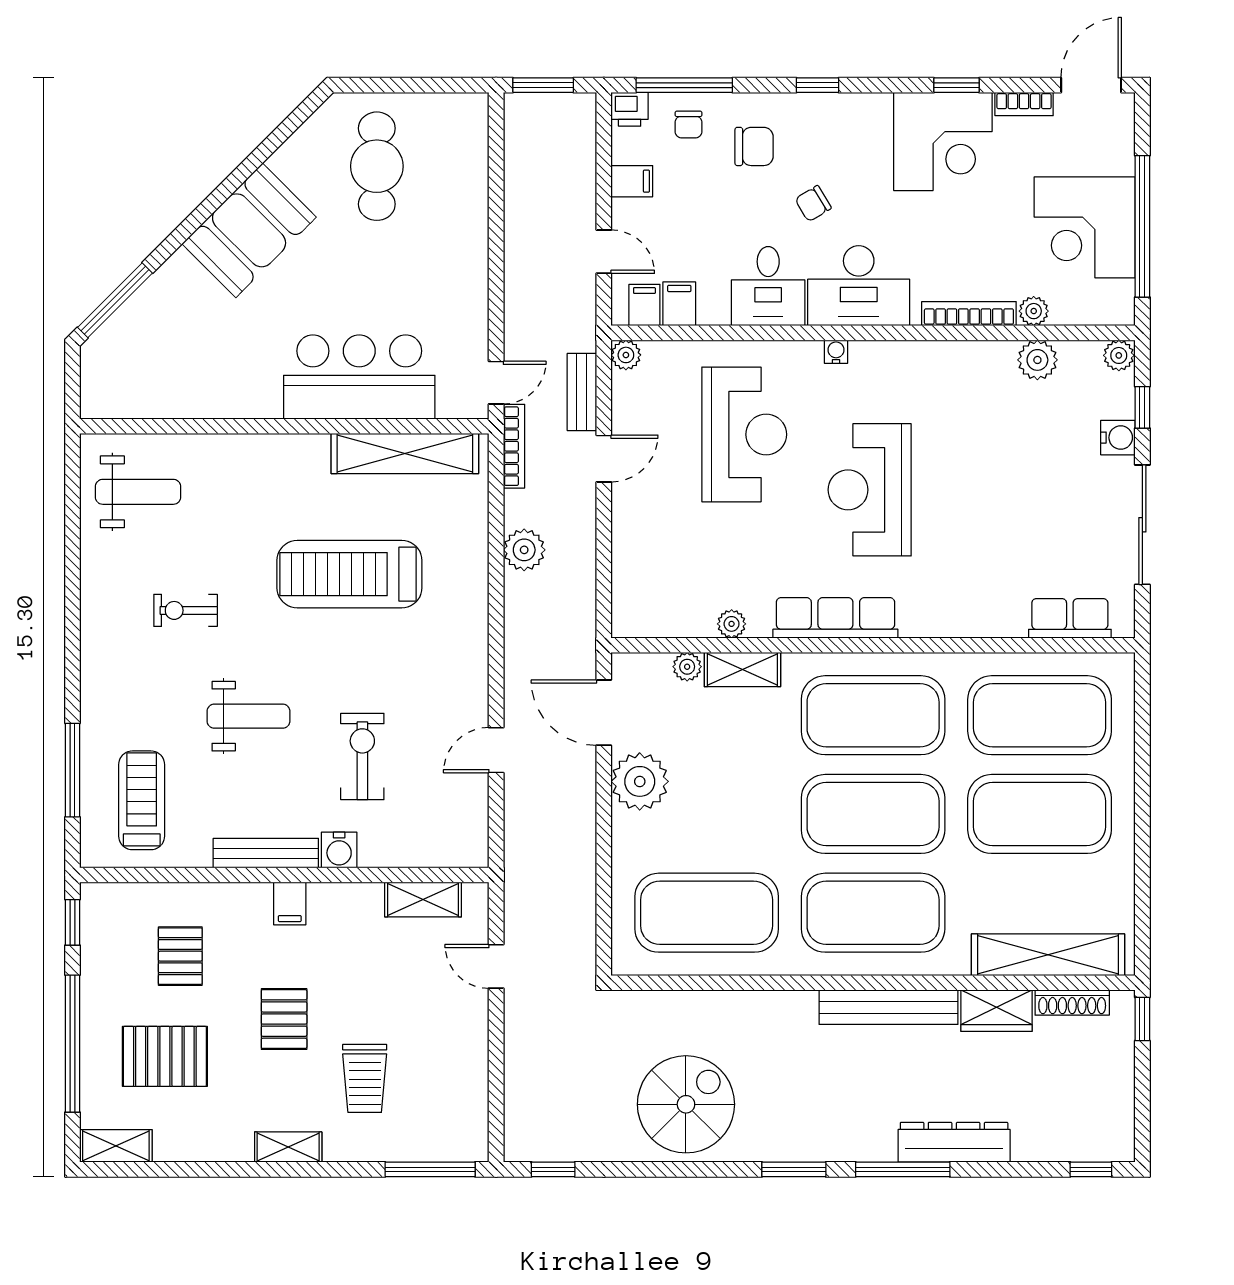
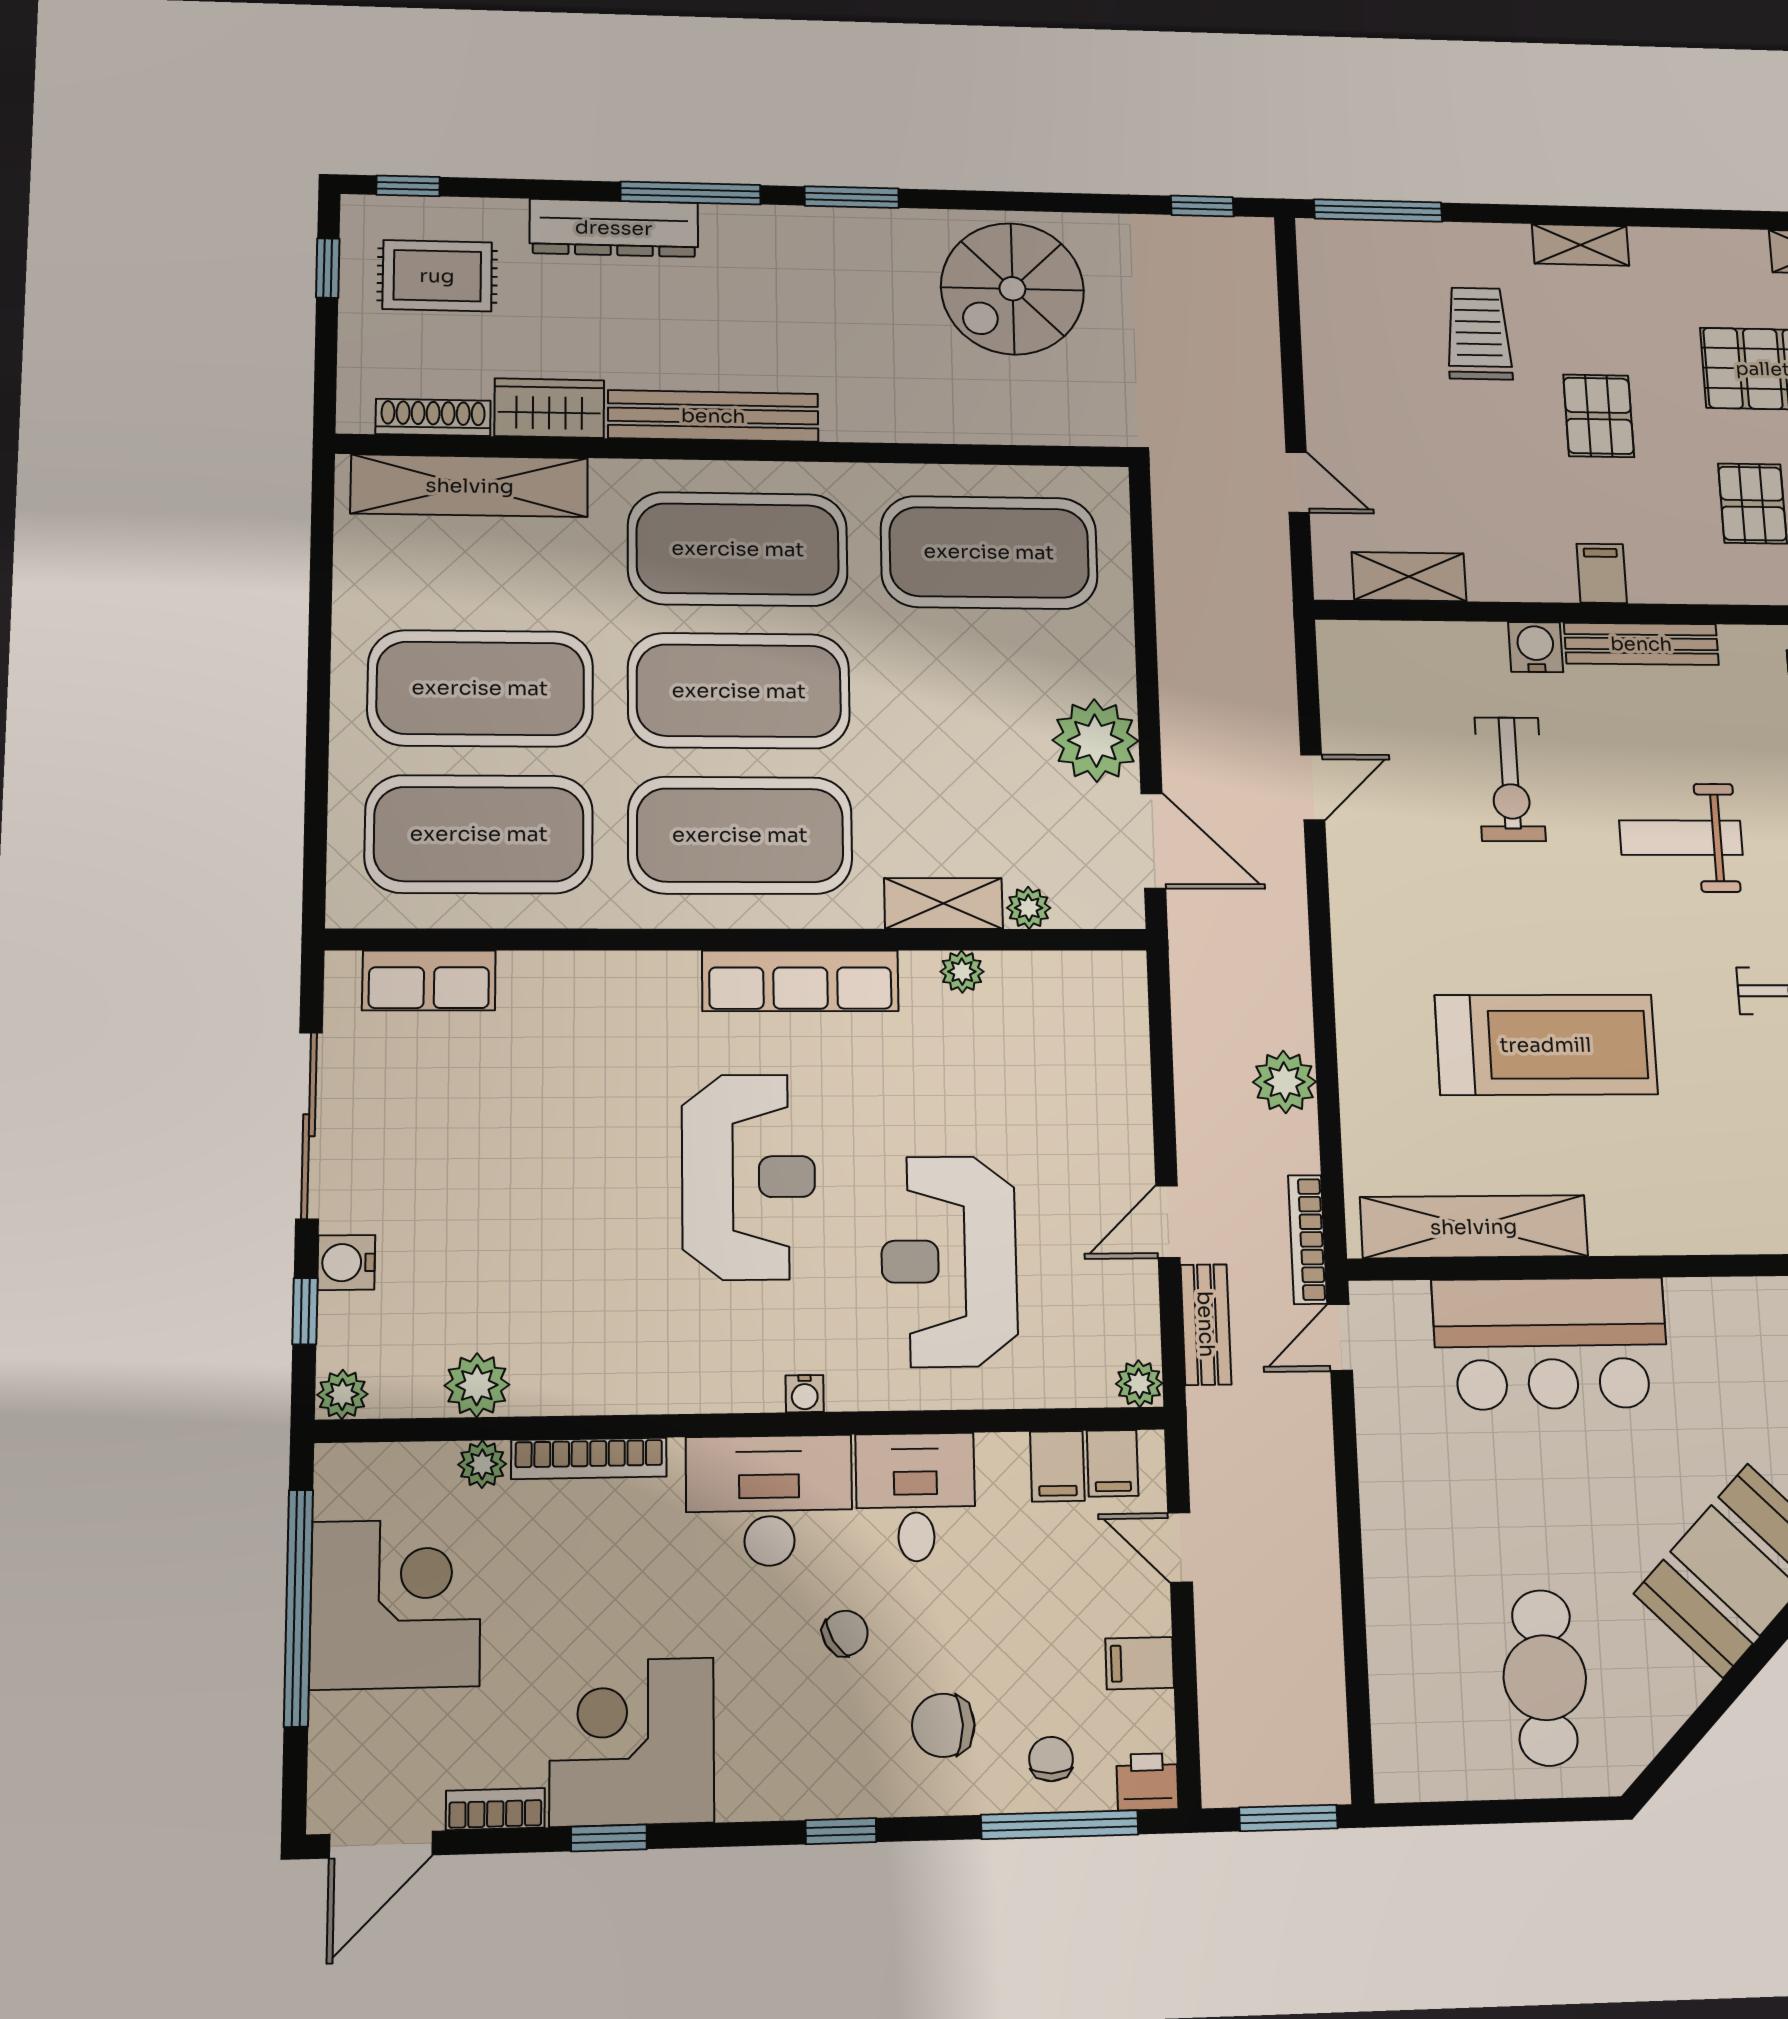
window: (1142, 1019) -> (328, 268), moved
rug: (1071, 1104) -> (437, 276), added

